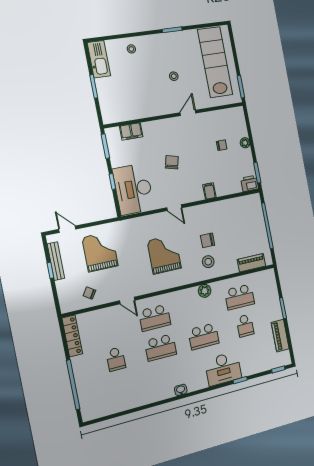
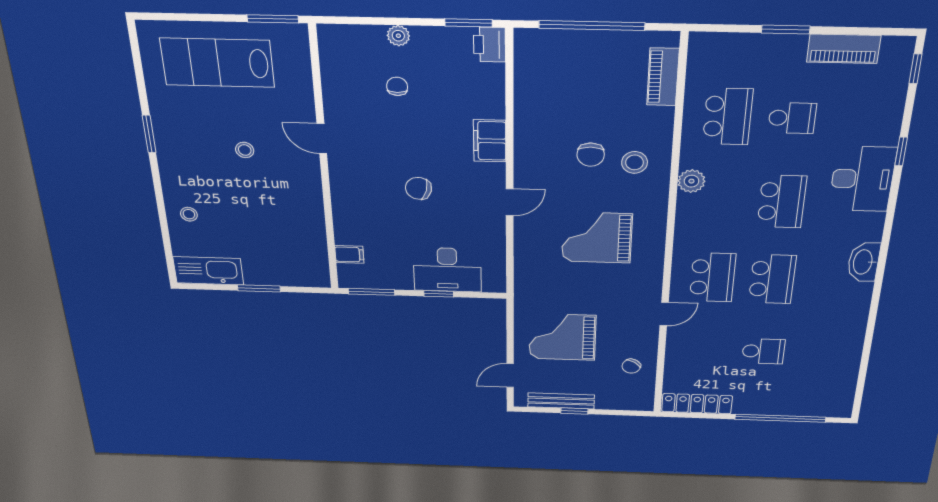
lab bench: (215, 62) -> (217, 63), width x0.73
filing cabinet: (131, 131) -> (349, 254), width x0.50
desk: (133, 189) -> (447, 270), width x0.73, depth x0.77
filing cabinet: (209, 191) -> (490, 141), width x2.00
washbasin: (181, 390) -> (864, 262), width x1.91, depth x1.45

